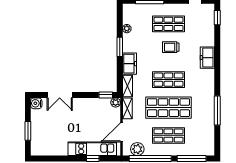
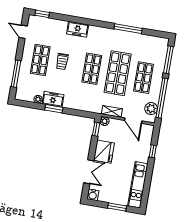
freezer: (129, 64) -> (53, 99), moved
shelving: (127, 86) -> (91, 108), removed
fridge: (84, 107) -> (104, 152), added
kitchen unit: (92, 149) -> (138, 185), moved

